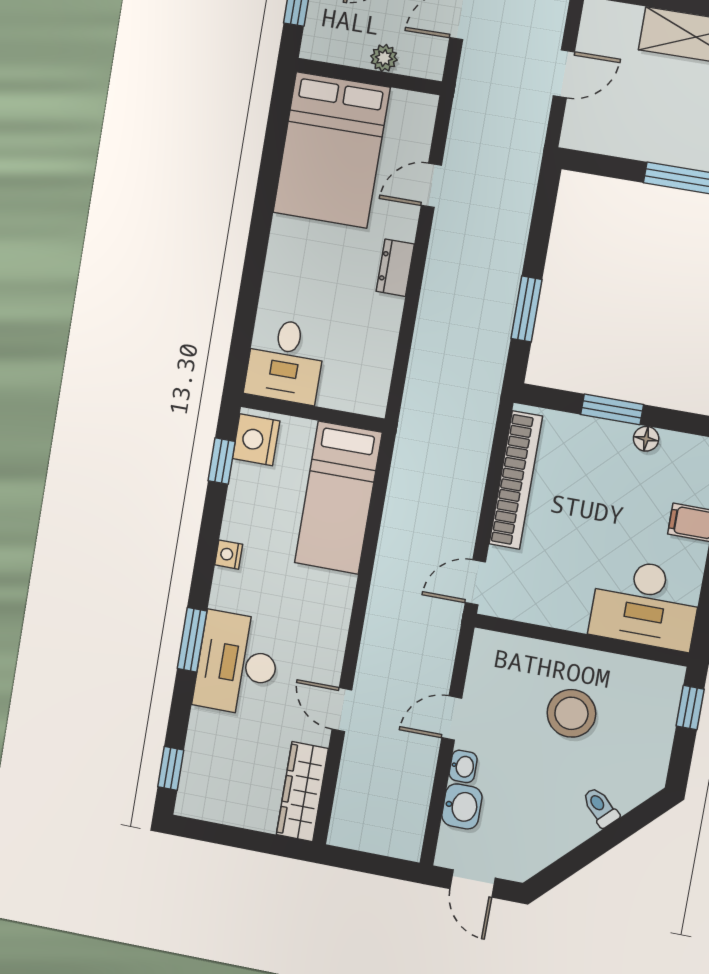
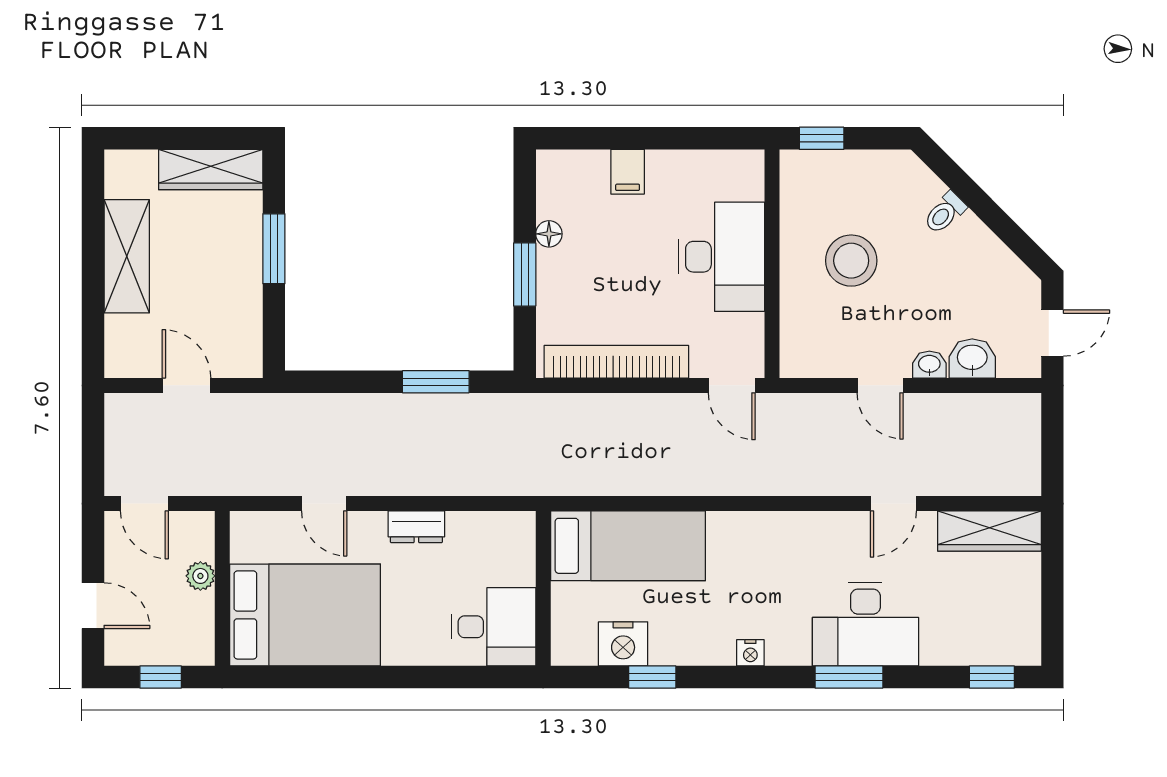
desk: (285, 361) -> (494, 627), moved
wall: (313, 413) -> (543, 588), moved
bed: (338, 498) -> (628, 546), moved
desk: (645, 604) -> (722, 257), moved

